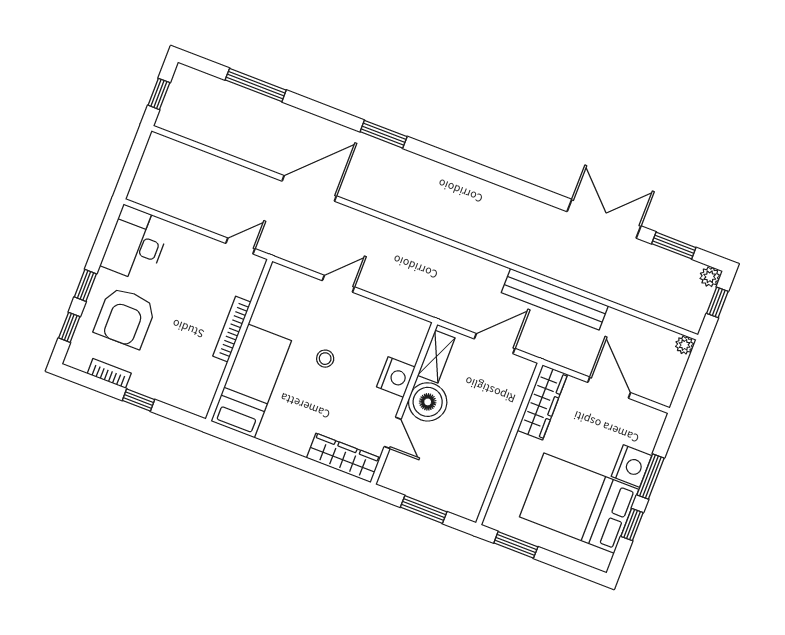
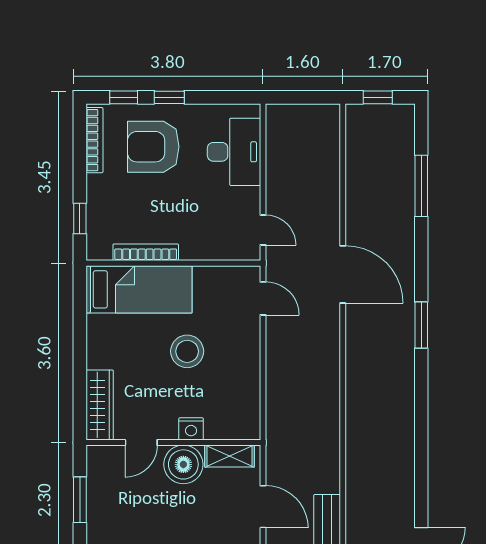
desk: (136, 244) -> (234, 152), moved, turned 90
door: (338, 284) -> (263, 298), moved
bookcase: (232, 329) -> (146, 252), moved
stool: (325, 359) -> (187, 351), width x1.89, depth x1.89
bookcase: (109, 373) -> (94, 140), width x1.56
nightstand: (396, 377) -> (191, 429), width x0.74, depth x0.75
window: (139, 400) -> (80, 219), moved

